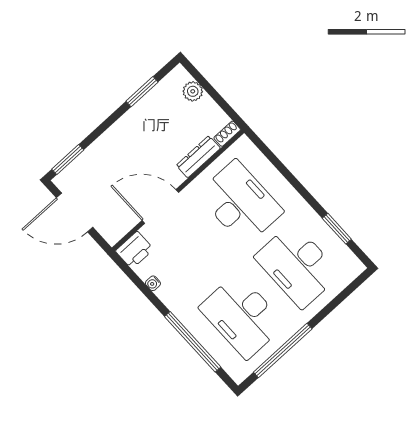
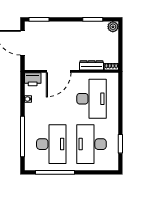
plant: (193, 91) -> (113, 27), moved
door: (160, 206) -> (59, 71), swing flipped
desk: (242, 316) -> (51, 144), turned 180

